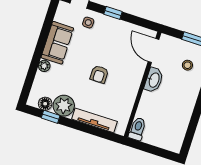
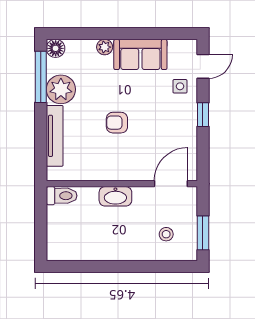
washbasin: (154, 80) -> (115, 196), moved
floor lamp: (45, 104) -> (56, 48), moved
window: (51, 117) -> (41, 77), width x2.17

